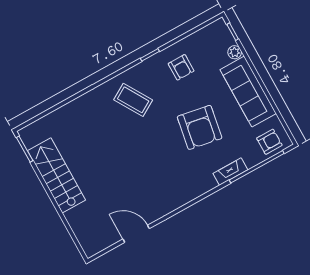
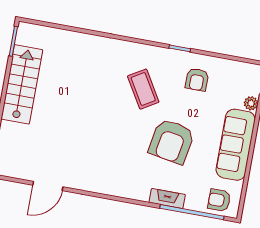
coffee table: (133, 100) -> (143, 89), moved
armchair: (269, 142) -> (219, 200), turned 180
door: (136, 234) -> (48, 186), swing flipped

